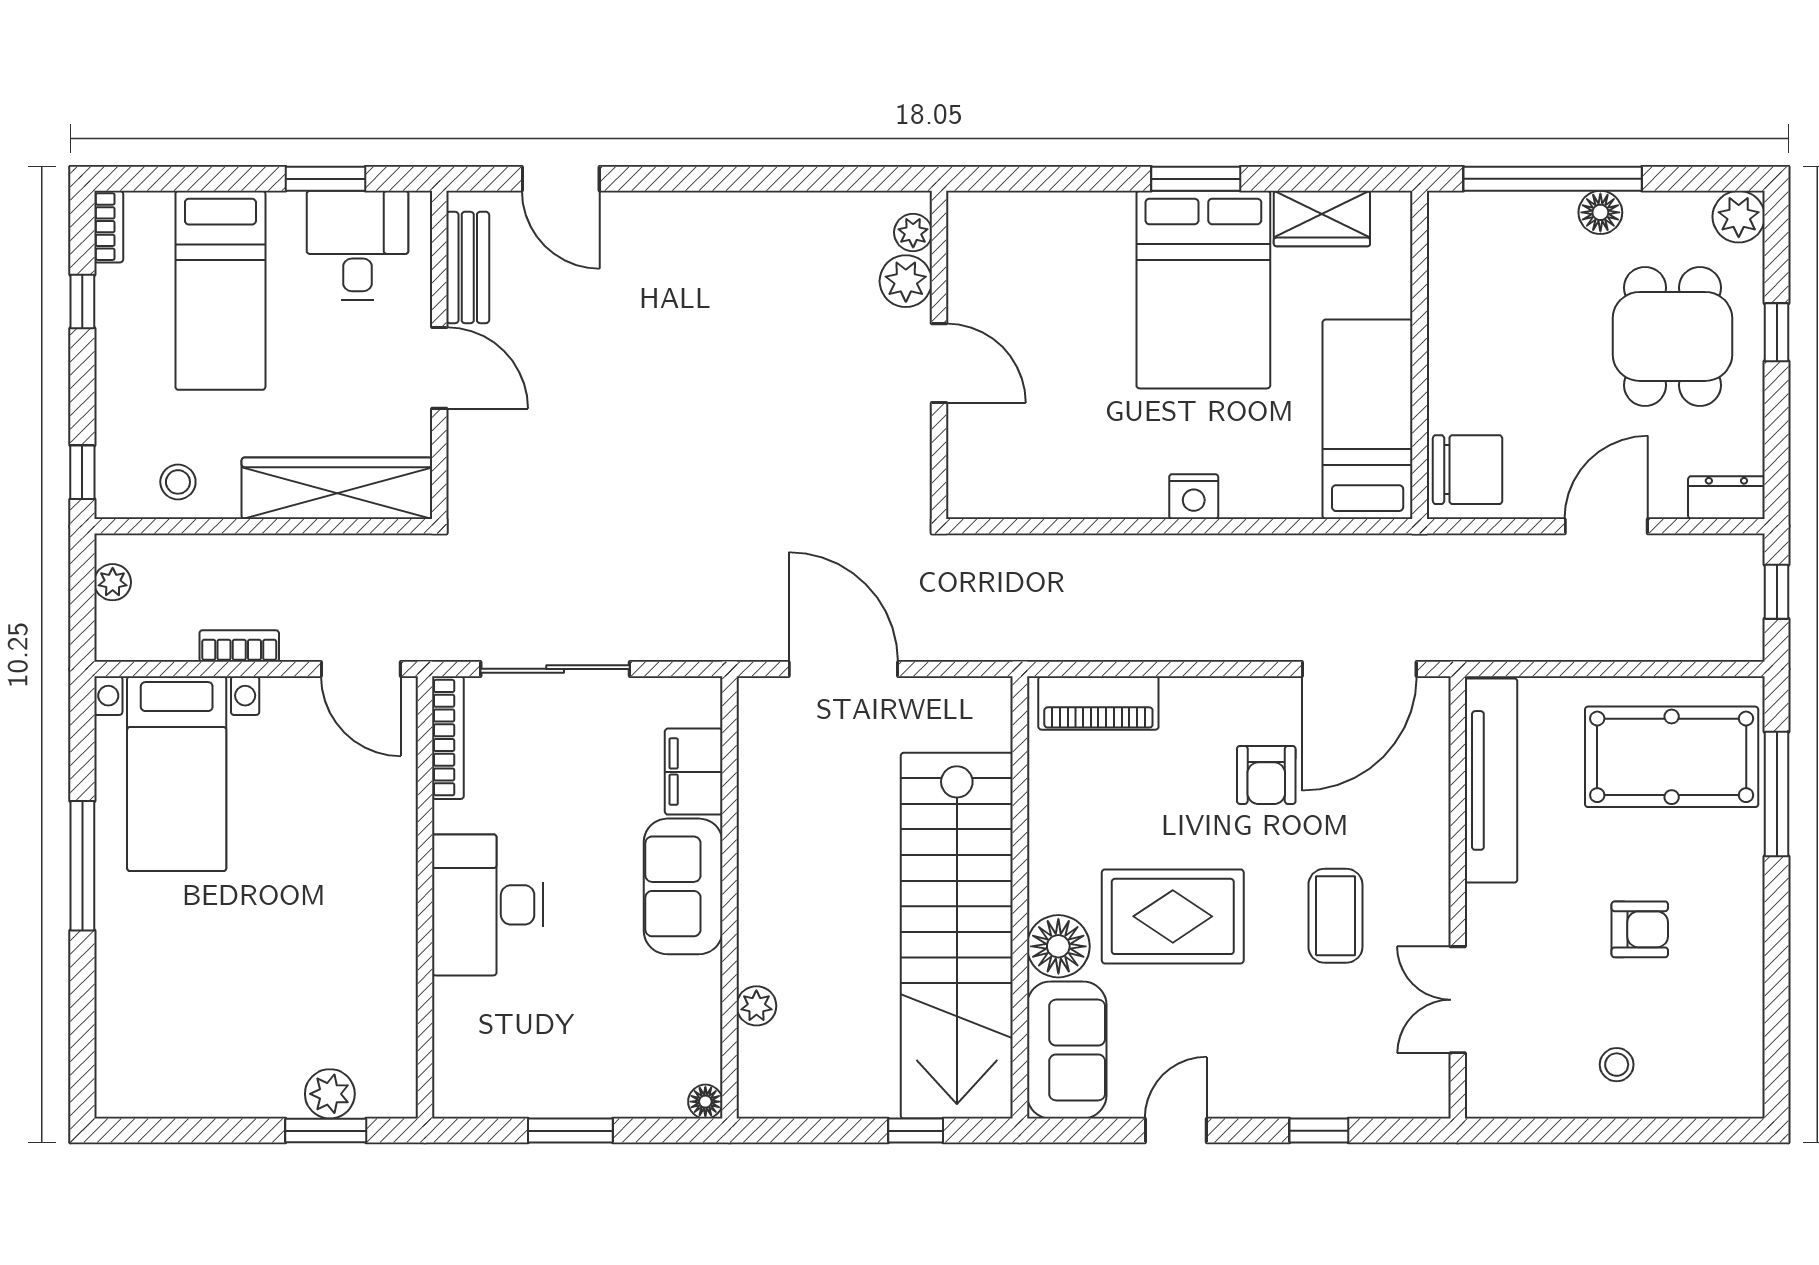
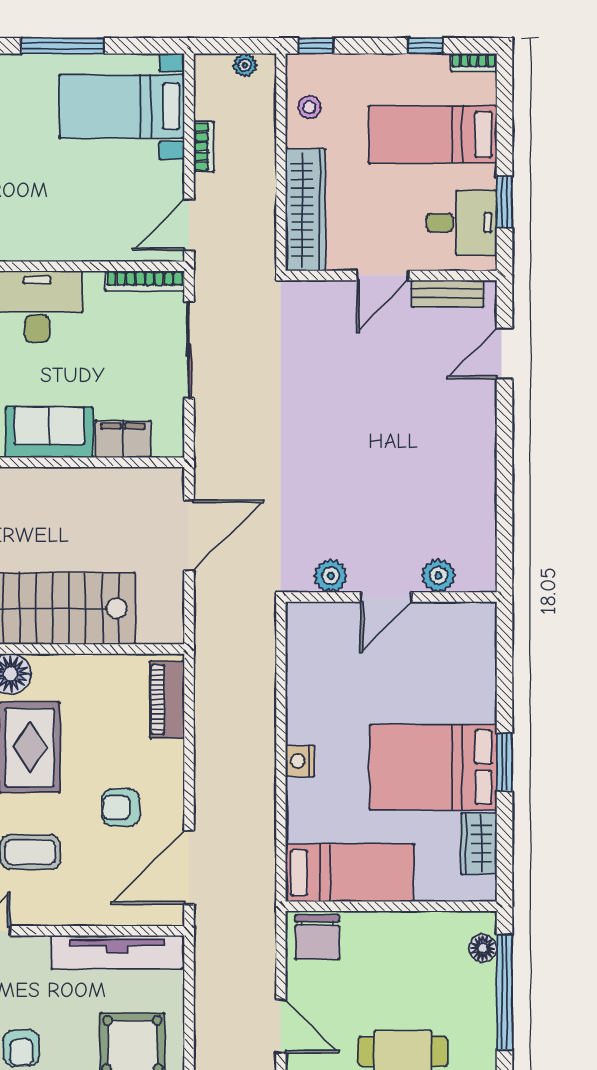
floor lamp: (1600, 212) -> (483, 948), moved
plant: (913, 232) -> (331, 576), moved, width x1.38, depth x1.38
door: (1359, 669) -> (189, 867), hinge flipped

